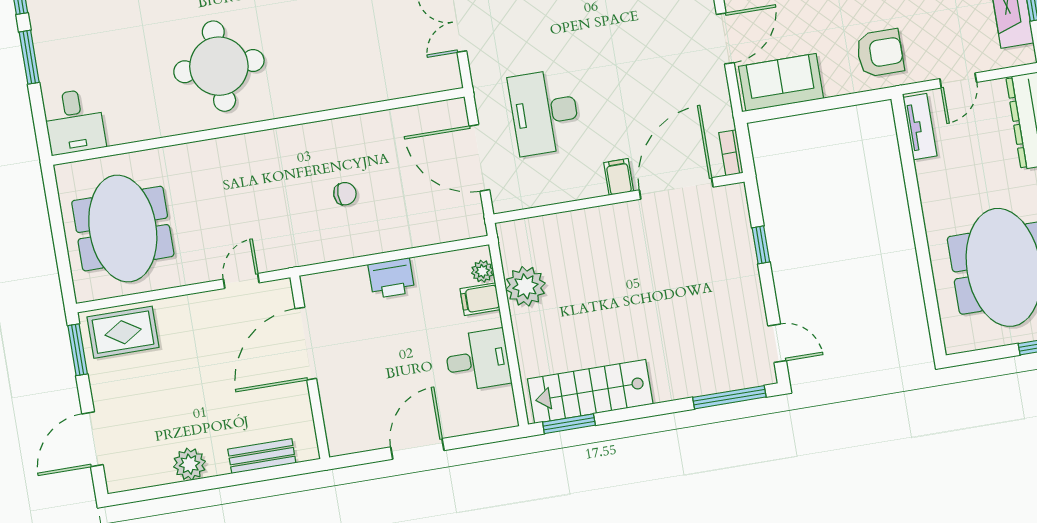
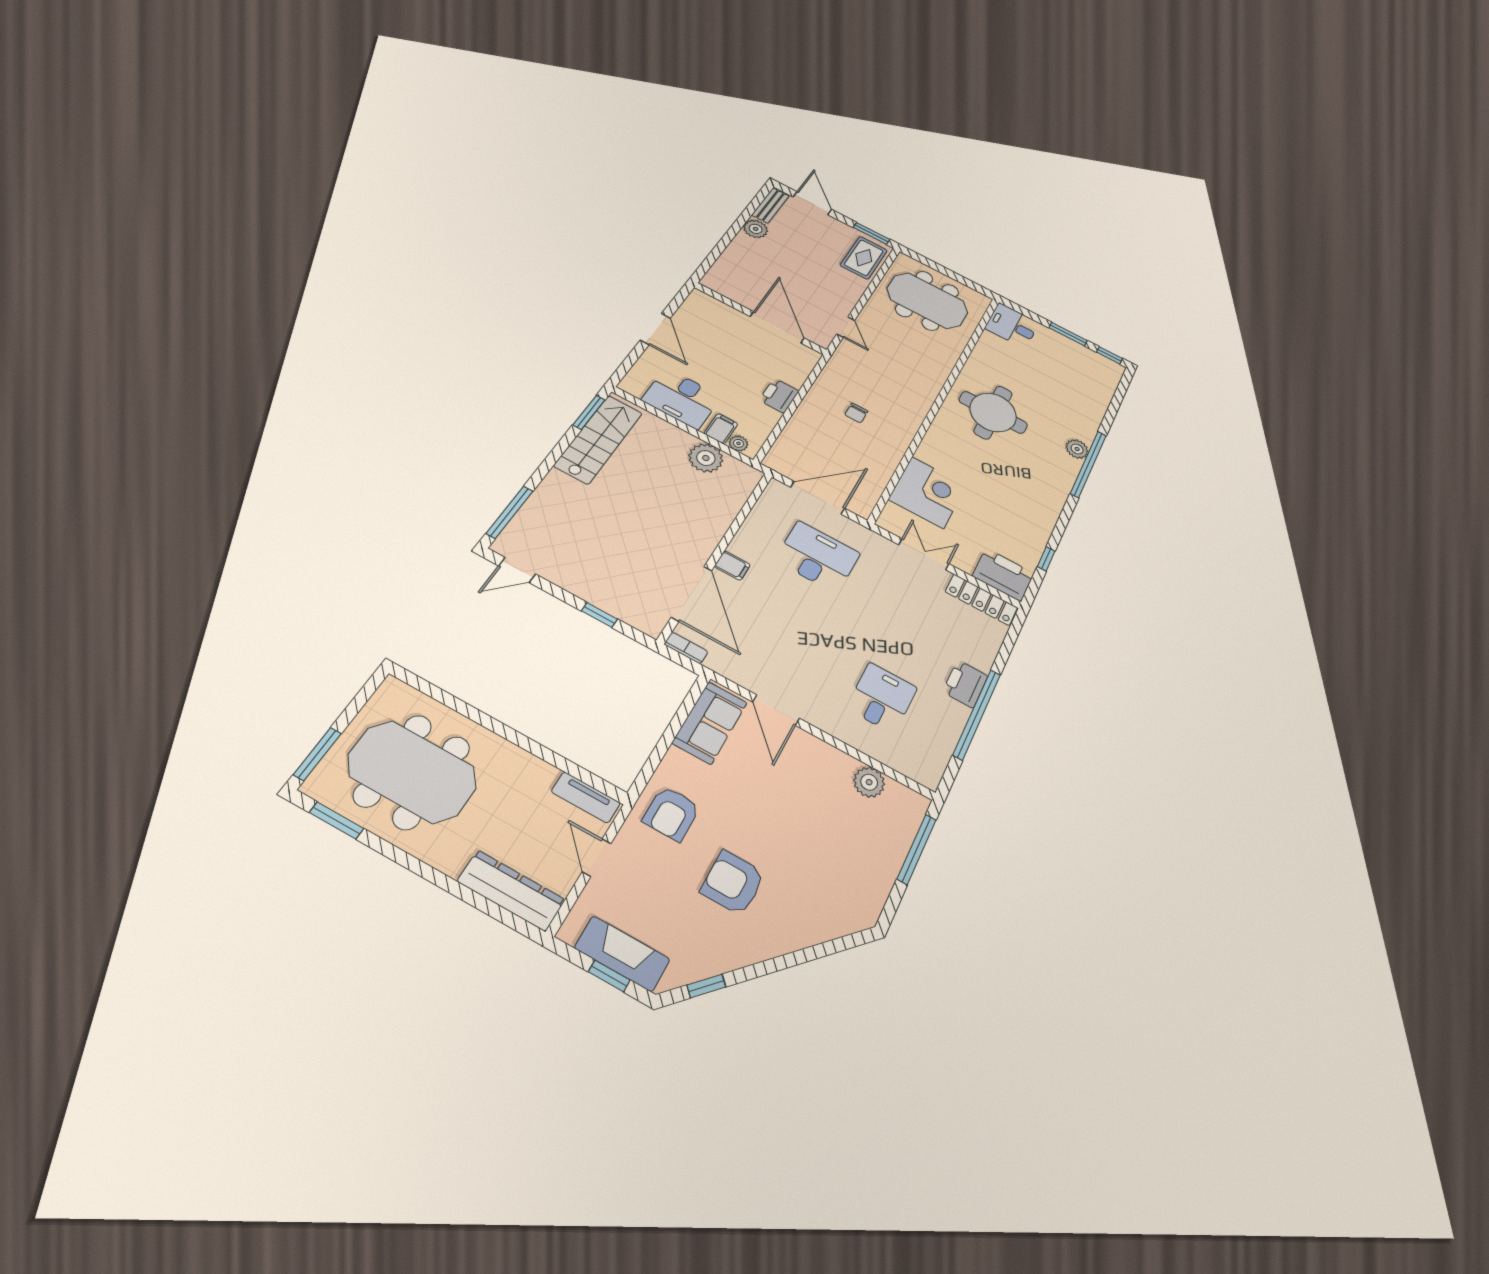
corner desk: (381, 64) -> (927, 492), added
desk: (478, 360) -> (682, 398), width x1.37
bench: (262, 456) -> (770, 205), moved

